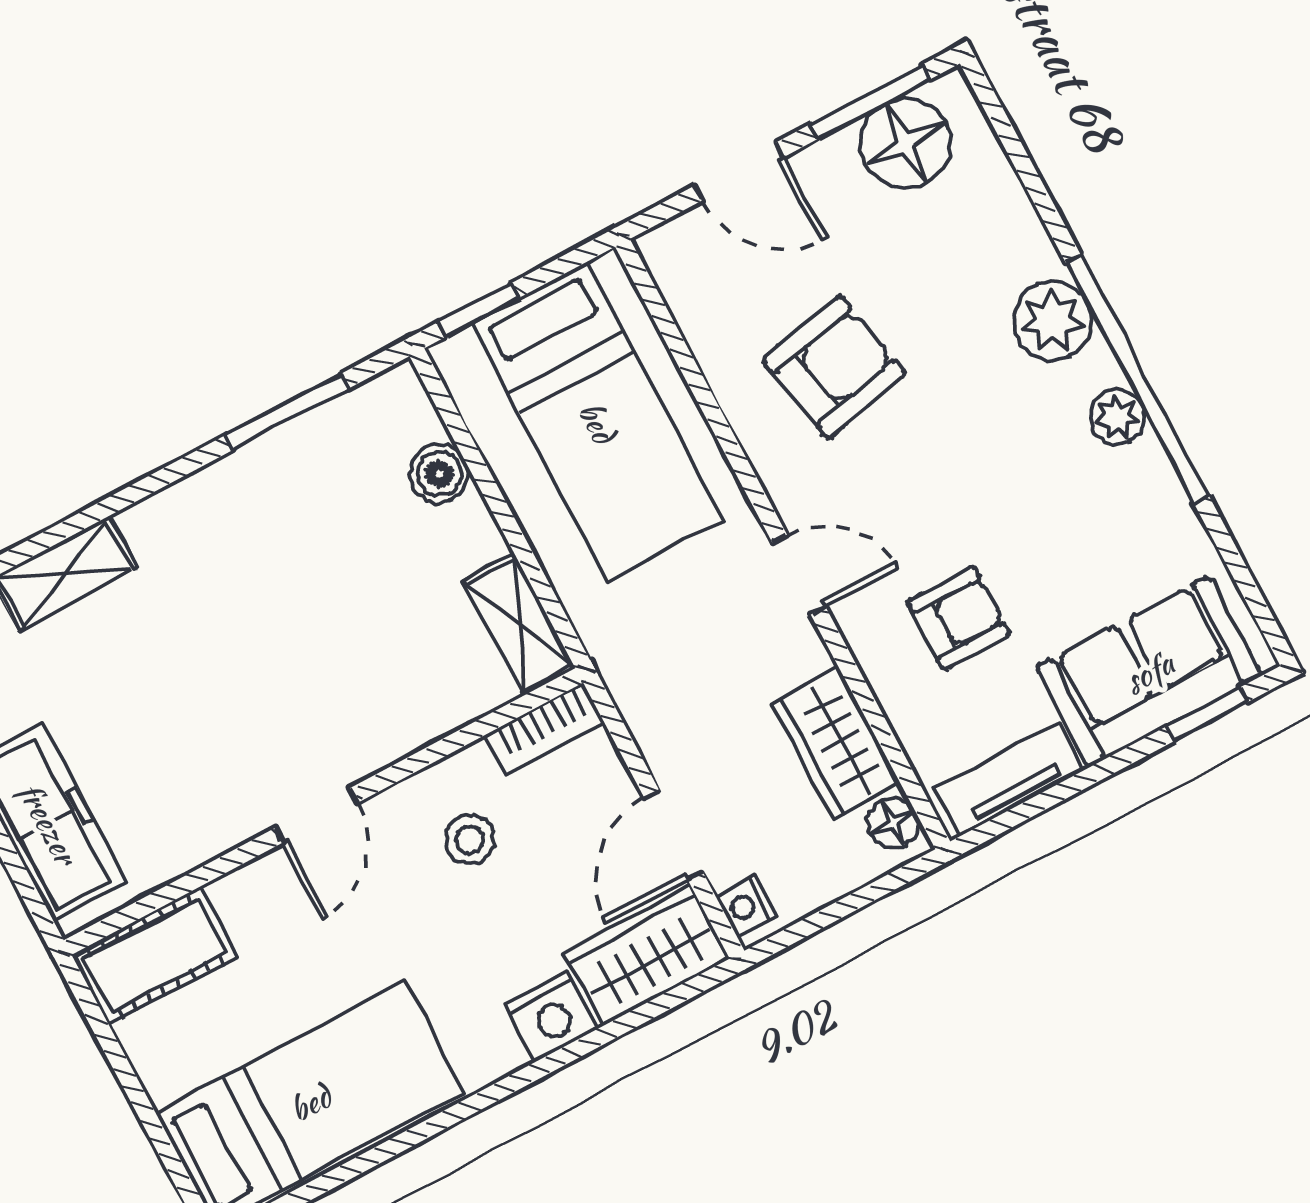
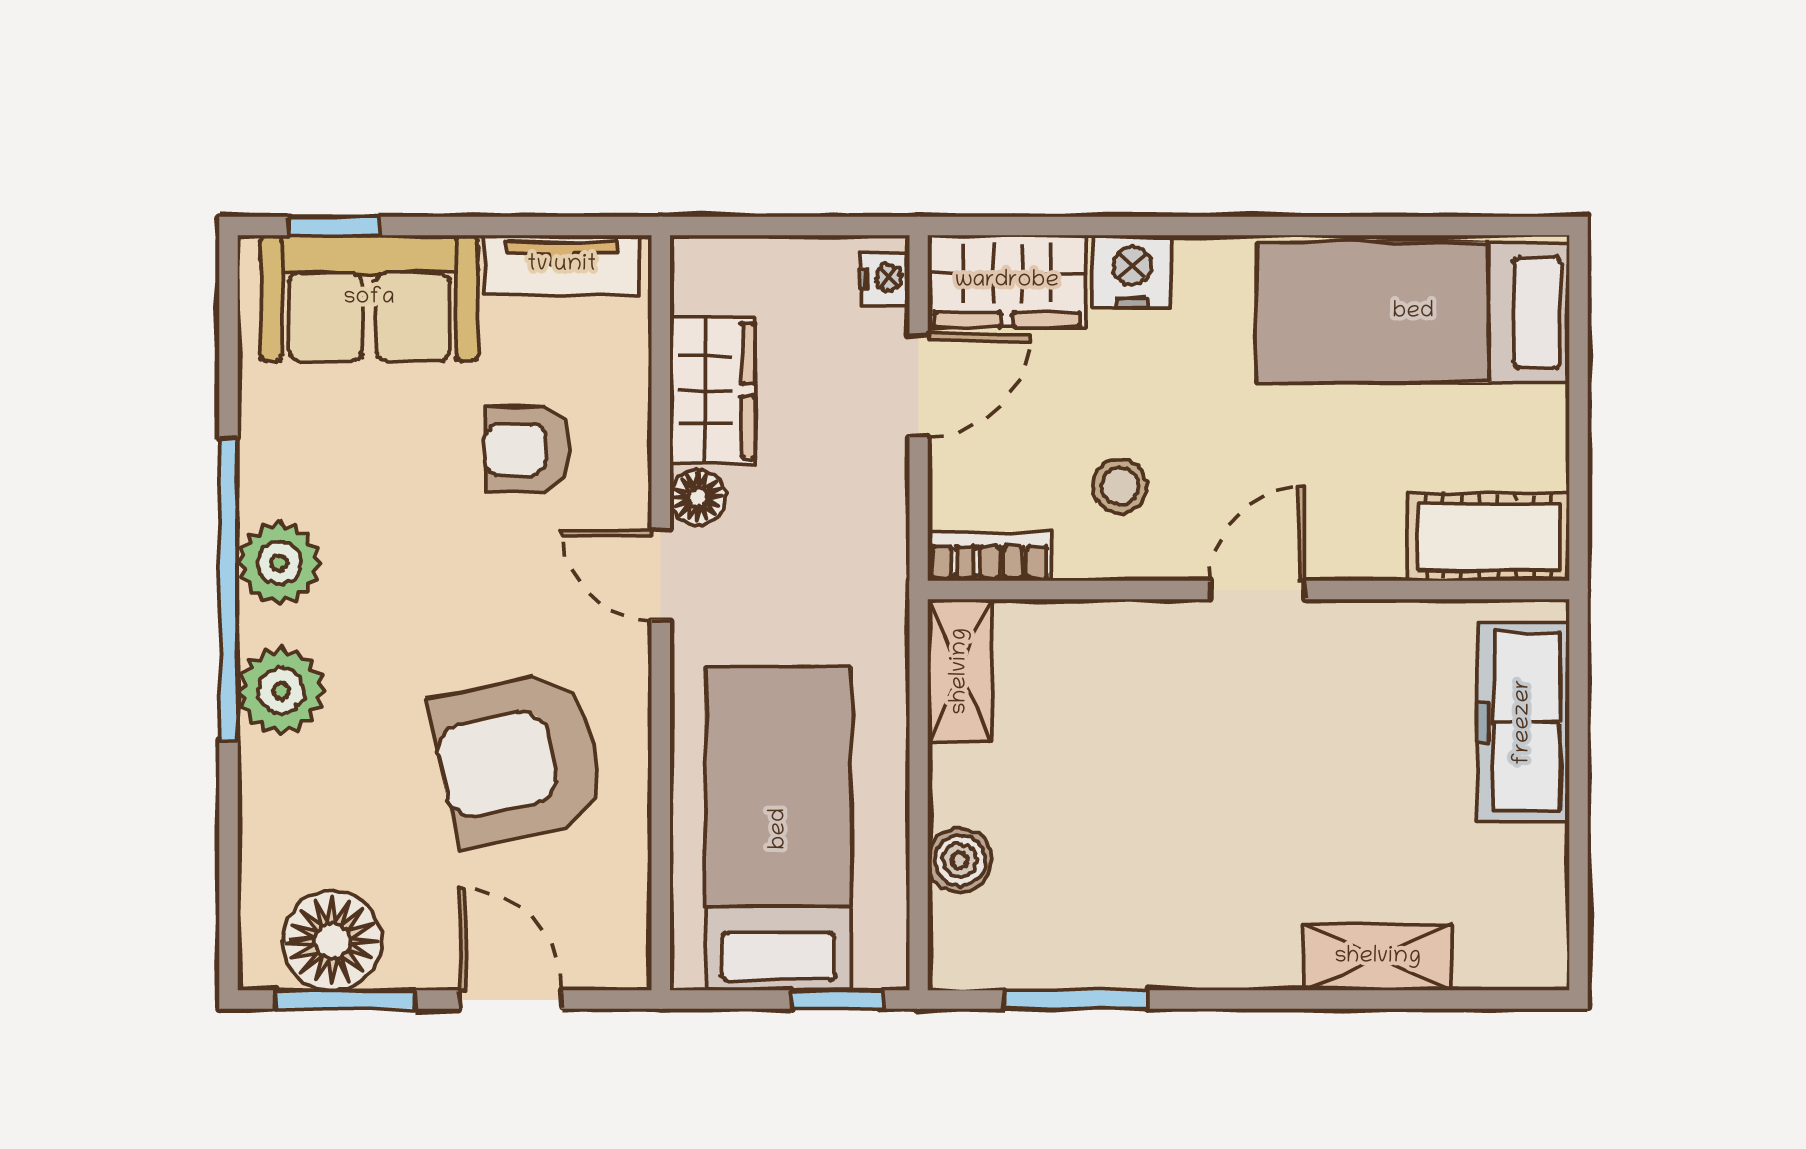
armchair: (834, 367) -> (519, 759), width x1.36, depth x1.36
plant: (1117, 417) -> (279, 563), width x1.38, depth x1.38
floor lamp: (893, 823) -> (698, 497), moved

